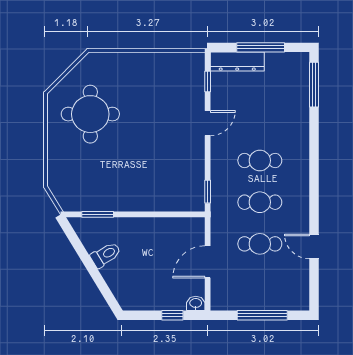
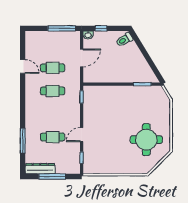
dresser: (237, 62) -> (40, 169), moved
window: (314, 85) -> (23, 141), moved
cafe table: (260, 161) -> (53, 137), moved
toilet: (106, 255) -> (124, 40), moved
window: (262, 315) -> (62, 28), moved

